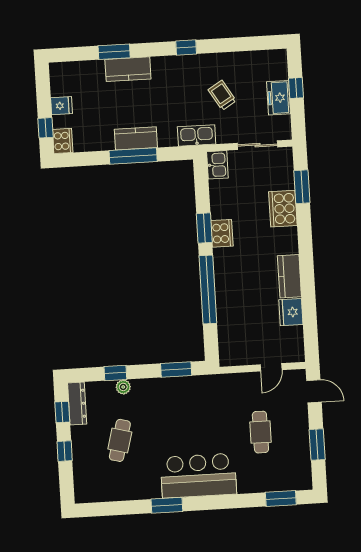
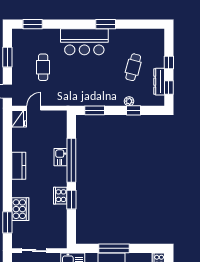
kitchen sink: (217, 165) -> (60, 157), moved
fridge: (291, 312) -> (19, 119), moved
dresser: (77, 404) -> (159, 82), moved

